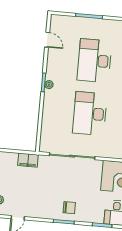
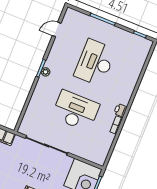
door: (47, 40) -> (57, 29), swing flipped
desk: (90, 114) -> (76, 111), turned 90

